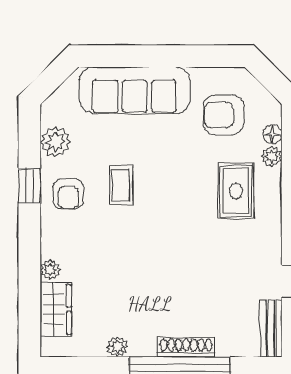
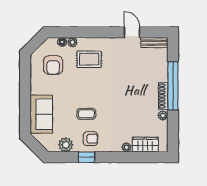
sofa: (135, 90) -> (41, 114), width x0.73
shoe rack: (186, 347) -> (163, 96), moved

